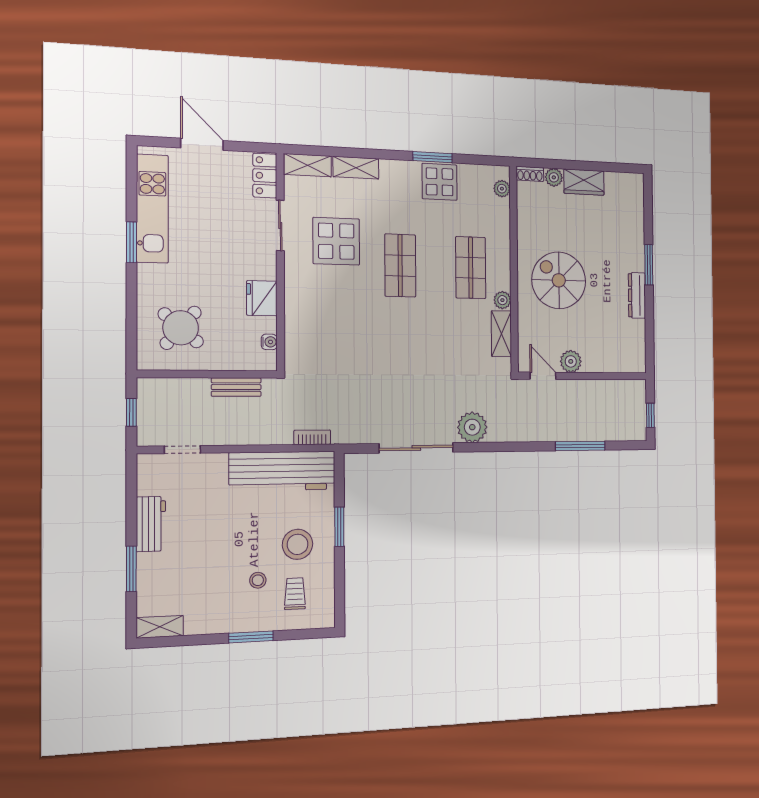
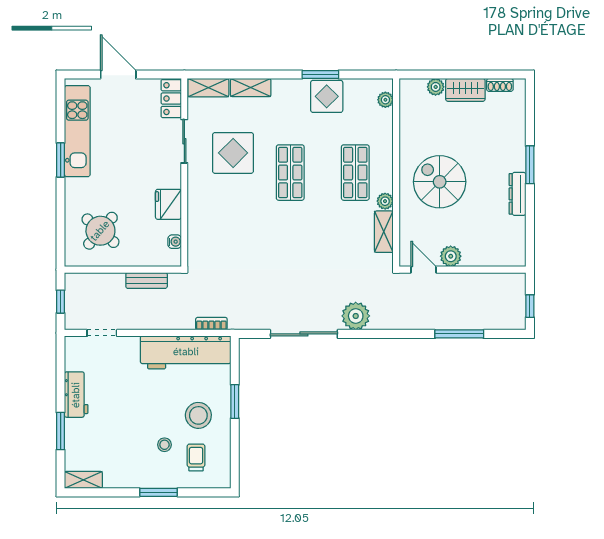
shoe rack: (530, 174) -> (500, 85), moved

